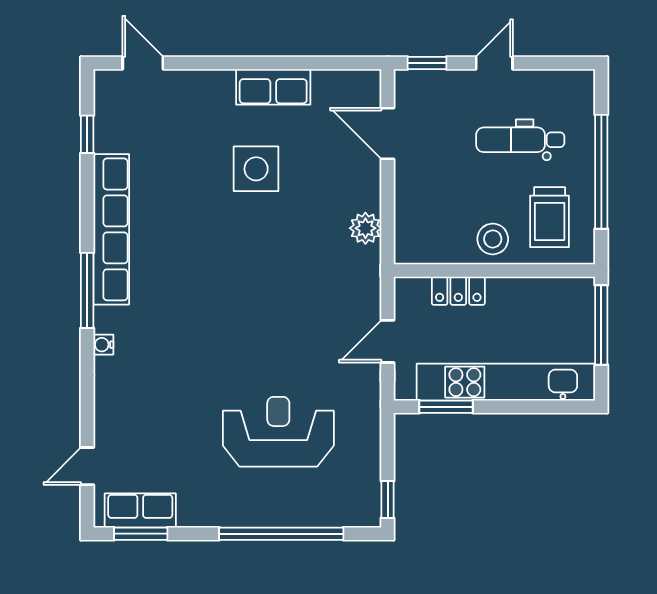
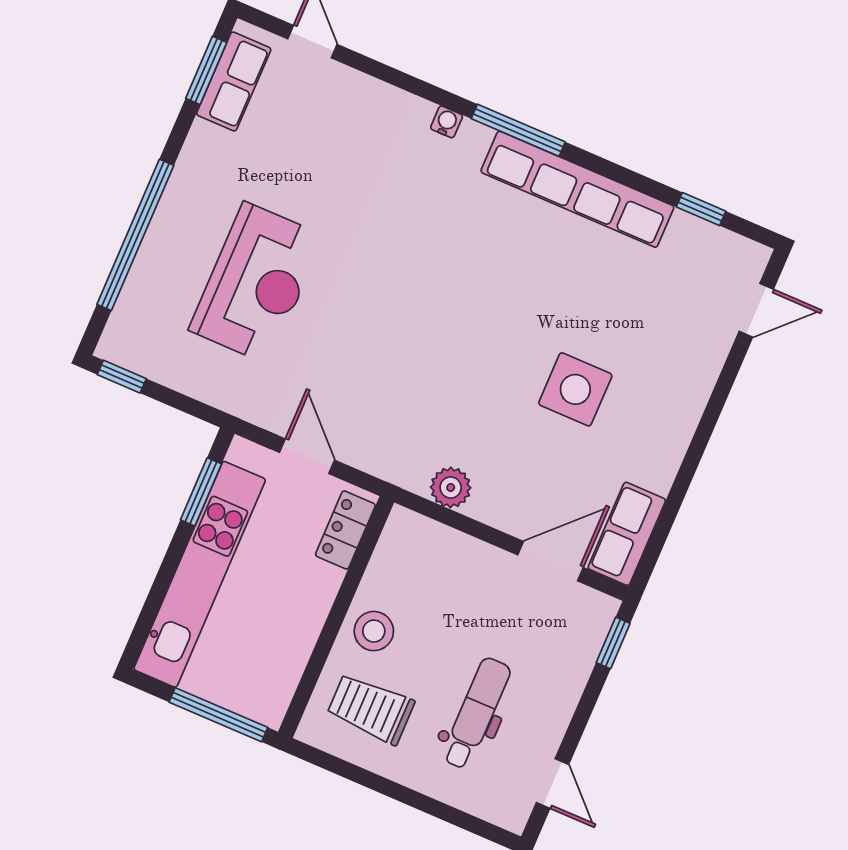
door: (494, 63) -> (553, 784), moved
row of seats: (273, 87) -> (627, 534), moved
window: (601, 172) -> (398, 792), removed
locker: (458, 291) -> (345, 530), moved

